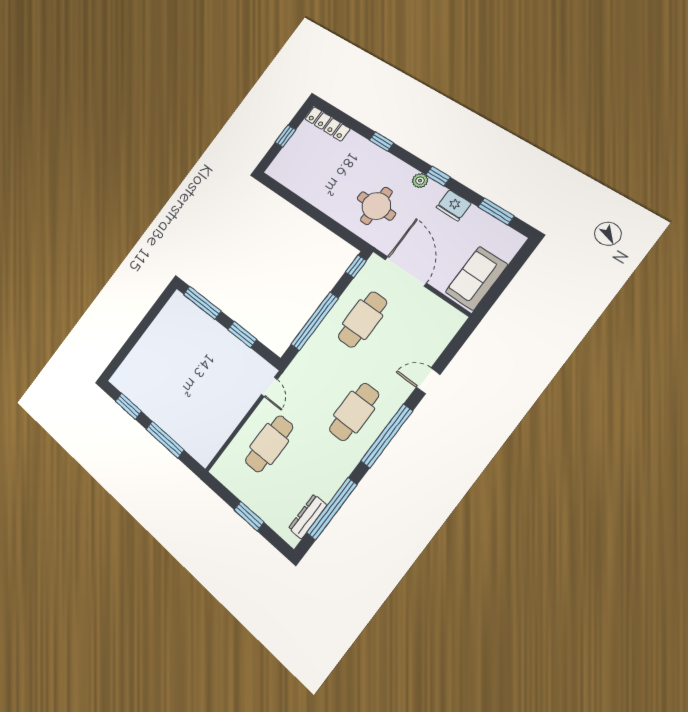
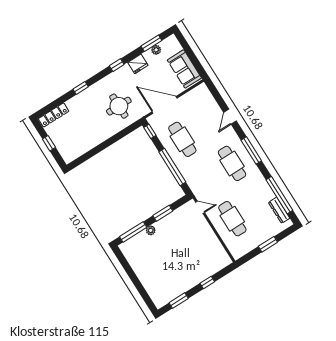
plant: (420, 181) -> (156, 50), moved
plant: (212, 327) -> (151, 230), added
window: (387, 436) -> (251, 150), width x0.68
window: (165, 440) -> (207, 282), width x0.46

